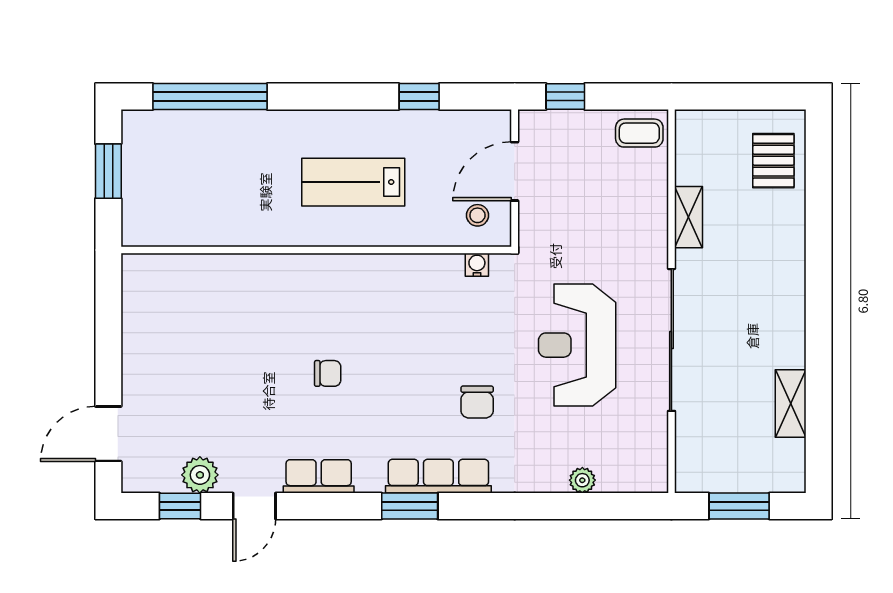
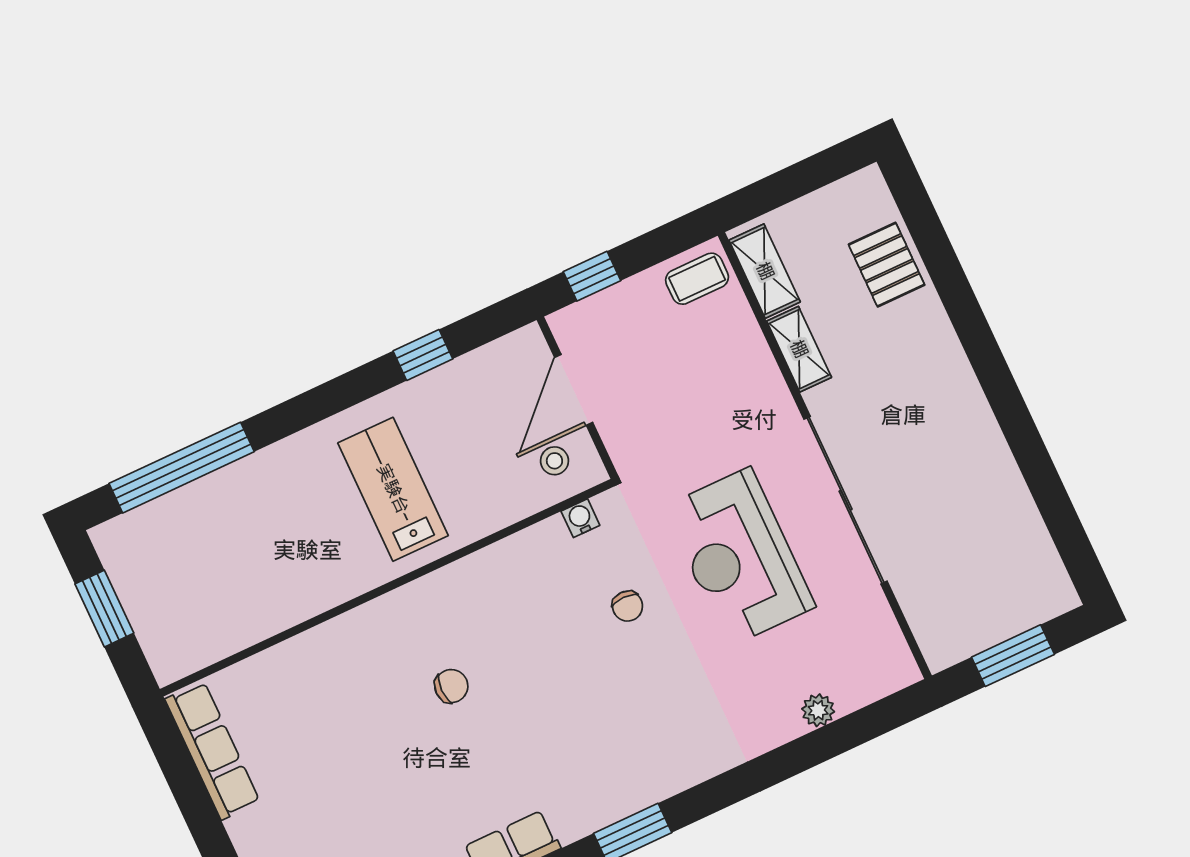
pallet: (773, 161) -> (887, 265), moved
lab bench: (353, 182) -> (393, 489), turned 90
chair: (328, 373) -> (451, 686), moved
chair: (477, 402) -> (627, 606), moved, width x0.73, depth x0.73
shelving: (791, 403) -> (765, 271), moved
row of seats: (438, 476) -> (213, 751), moved, turned 90

